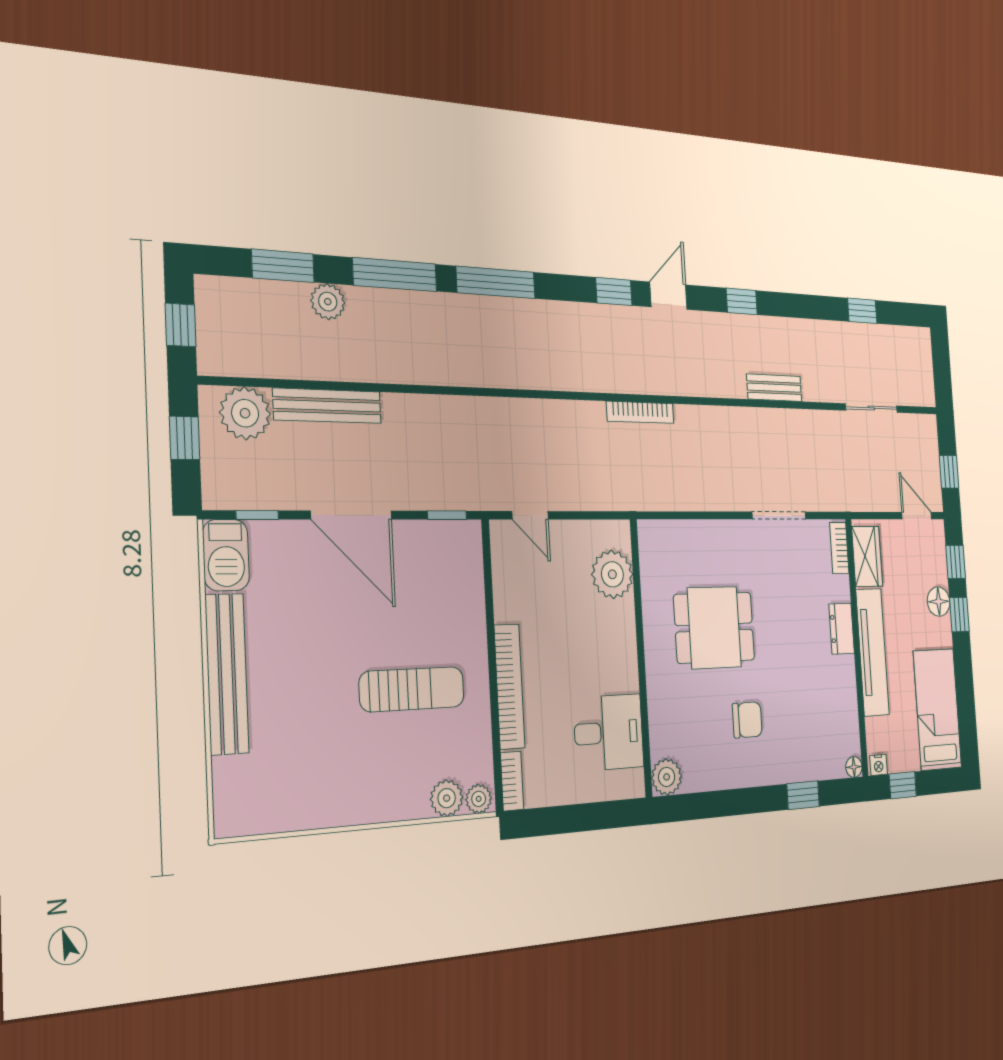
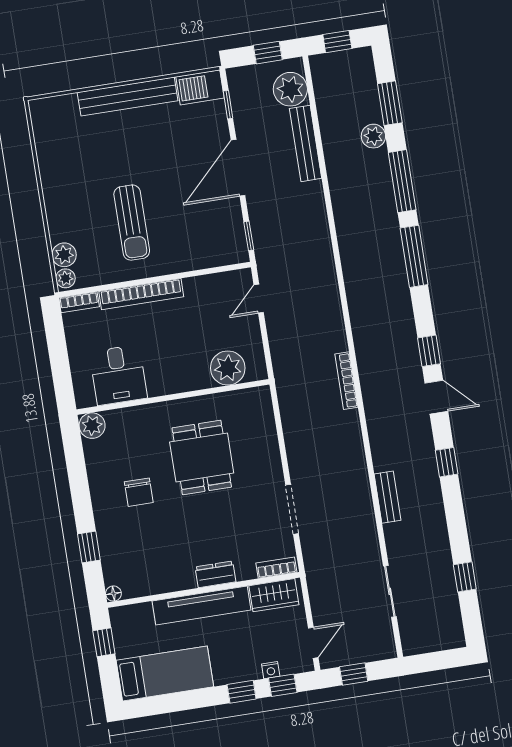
floor lamp: (939, 602) -> (249, 669), removed
nightstand: (879, 765) -> (271, 670), moved, turned -90

